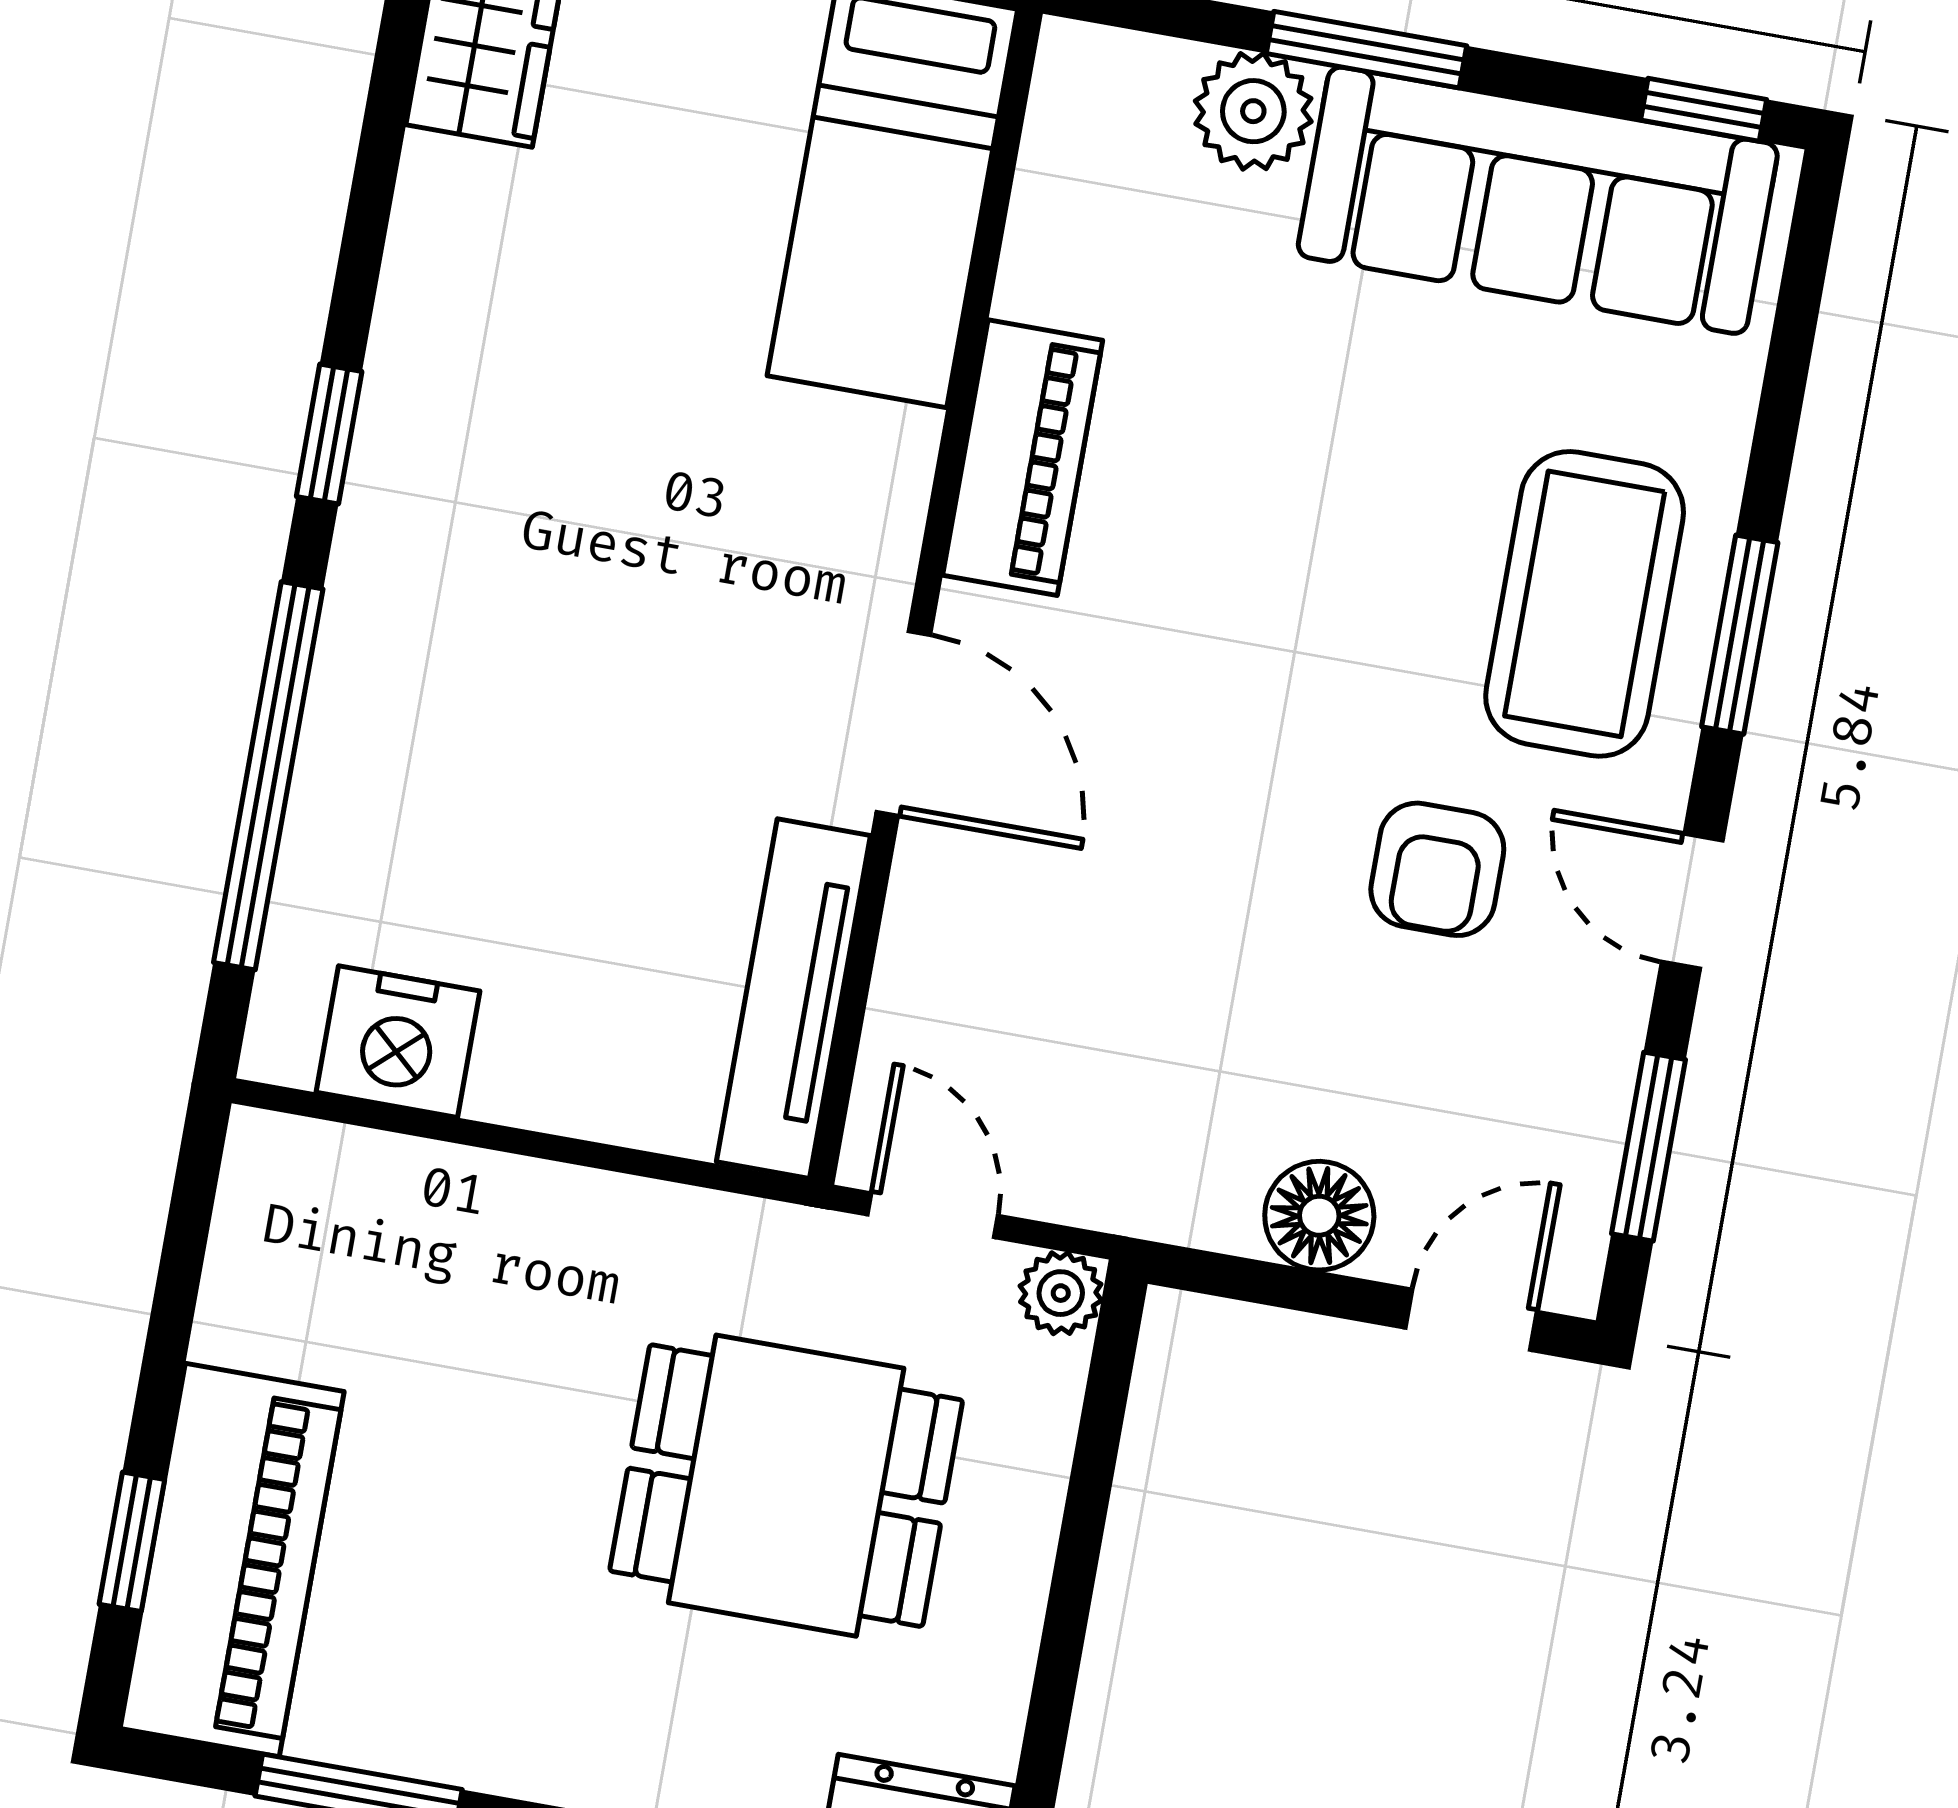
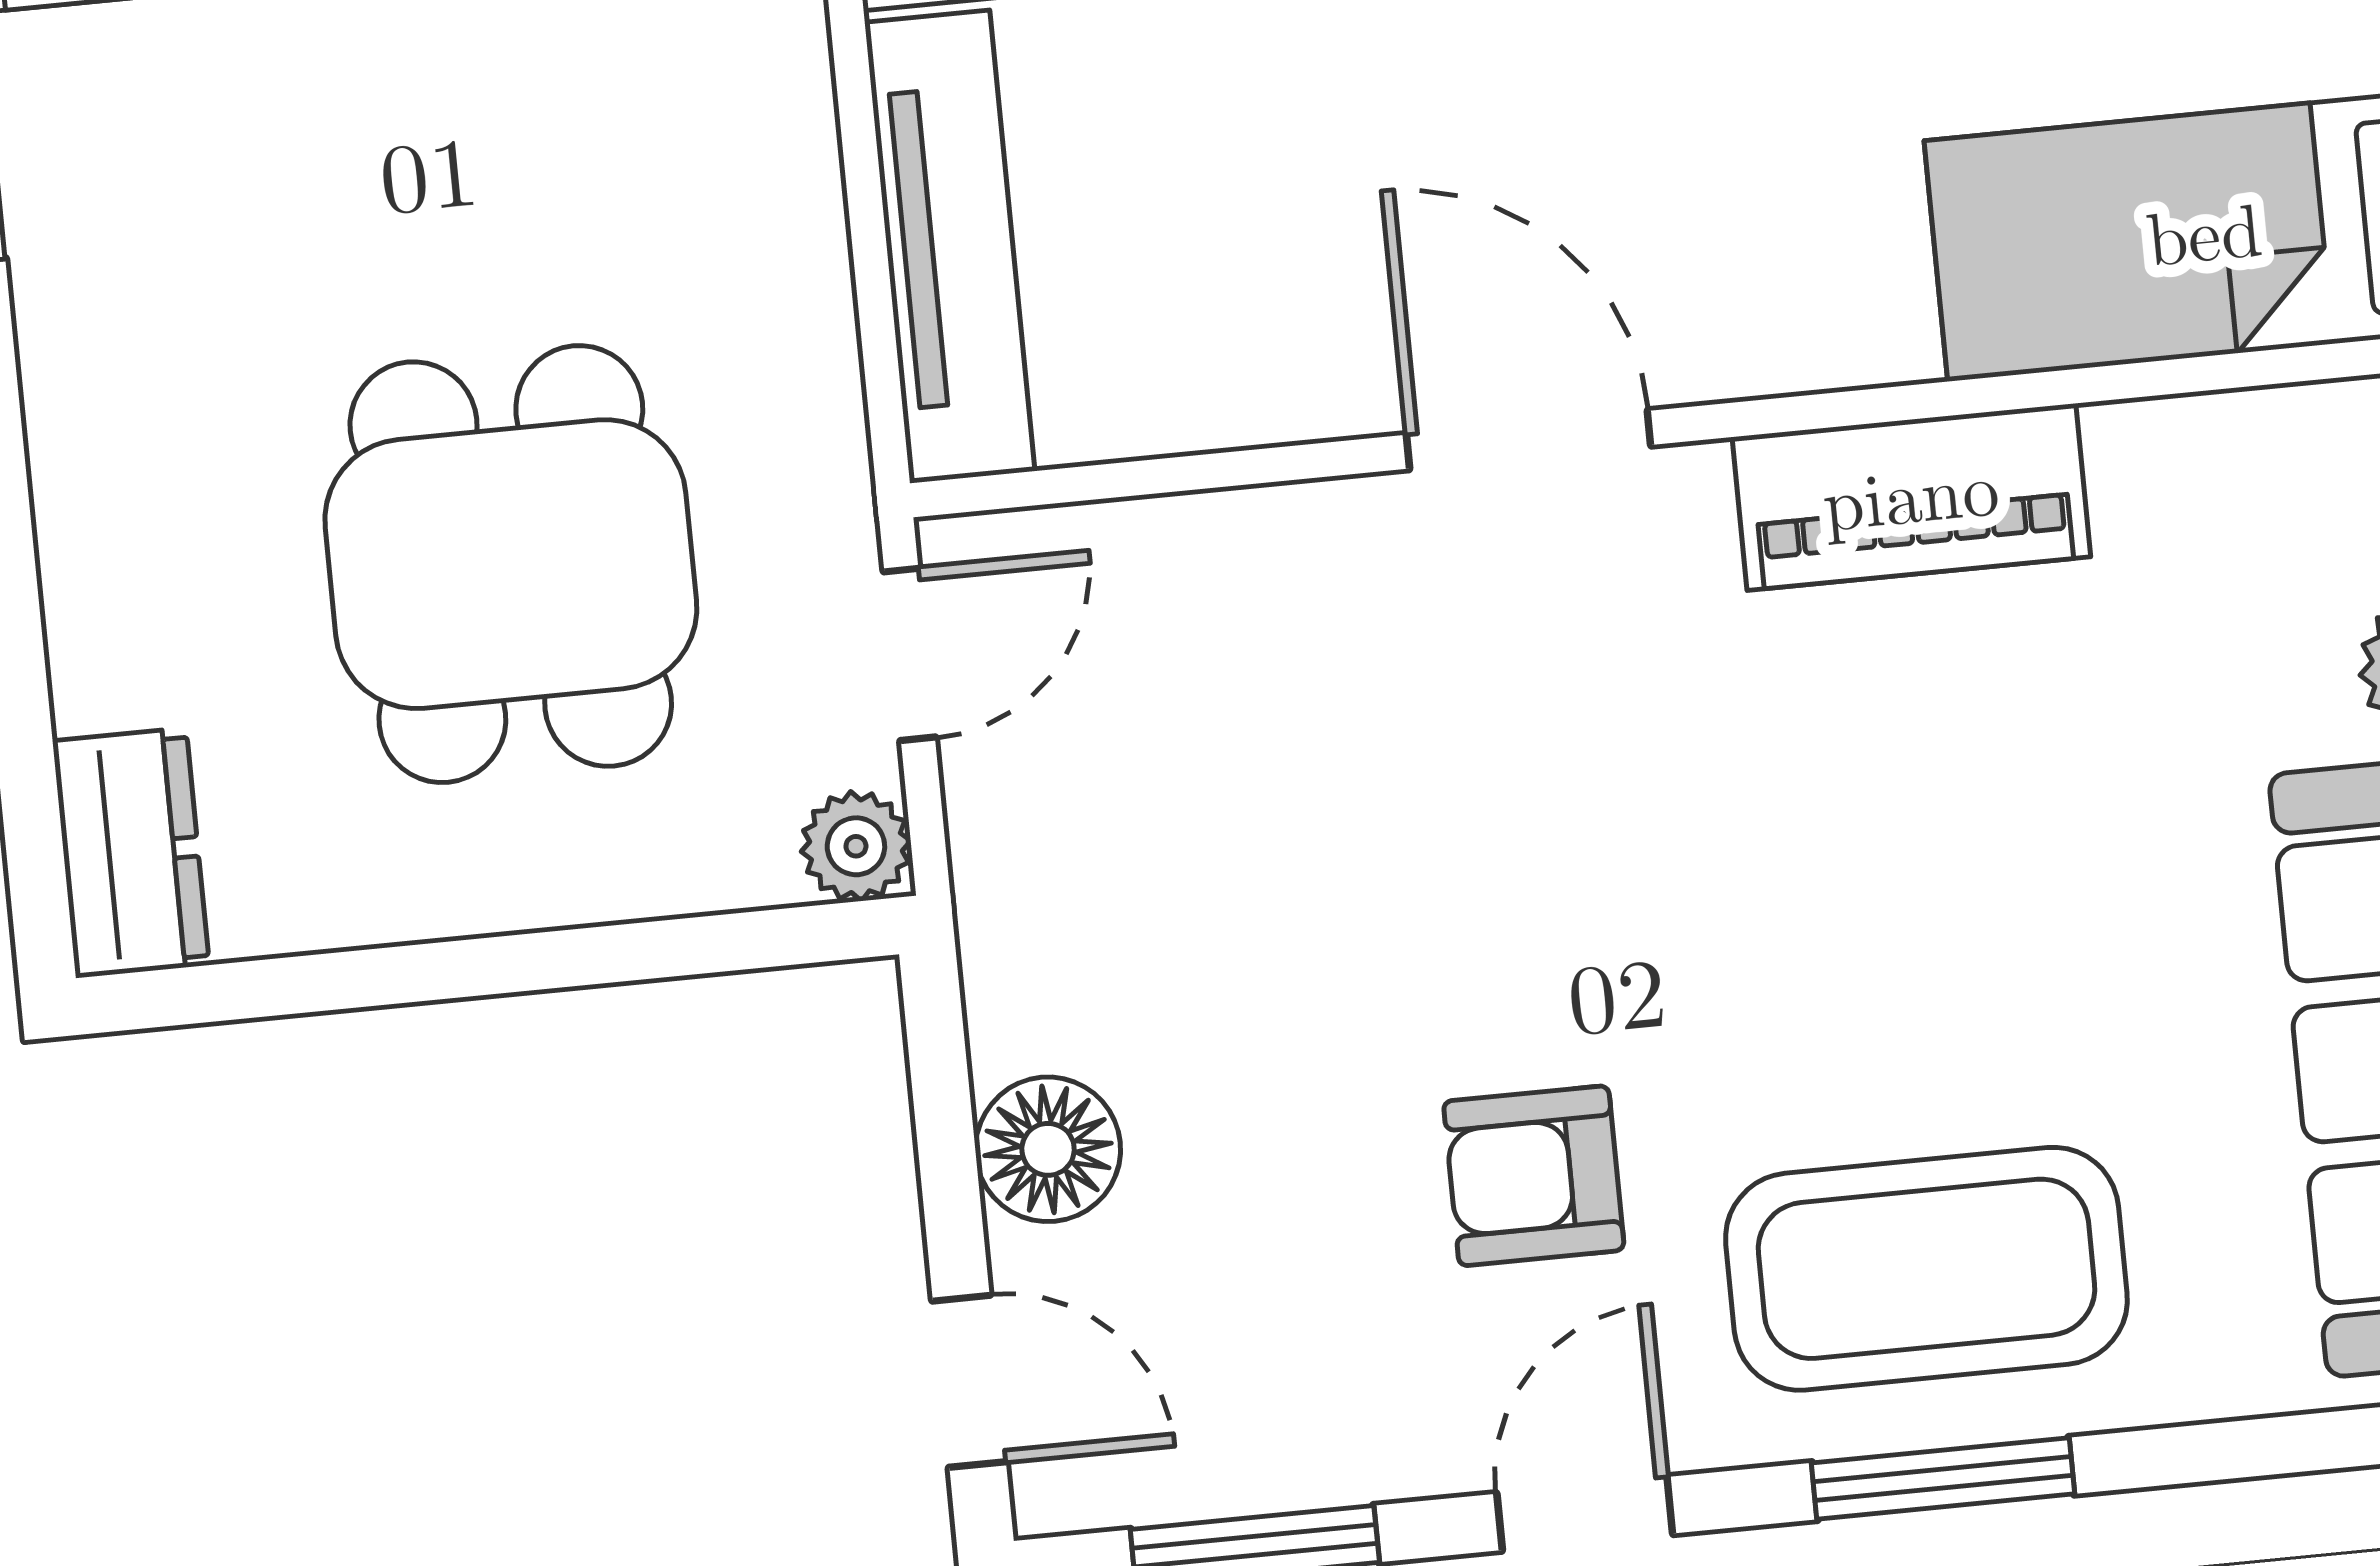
door: (903, 723) -> (1528, 440), swing flipped
tv unit: (793, 999) -> (950, 247), moved, turned 90

